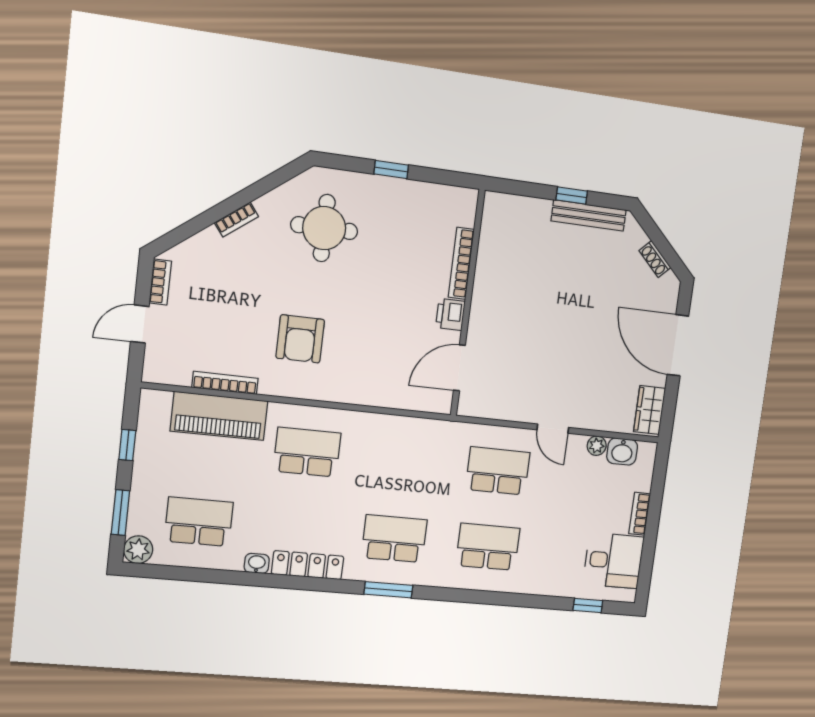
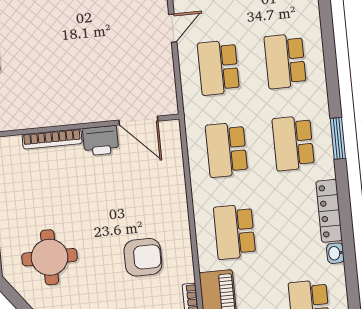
printer: (450, 314) -> (101, 141), width x1.36, depth x1.24
school desk: (404, 462) -> (226, 150), added

